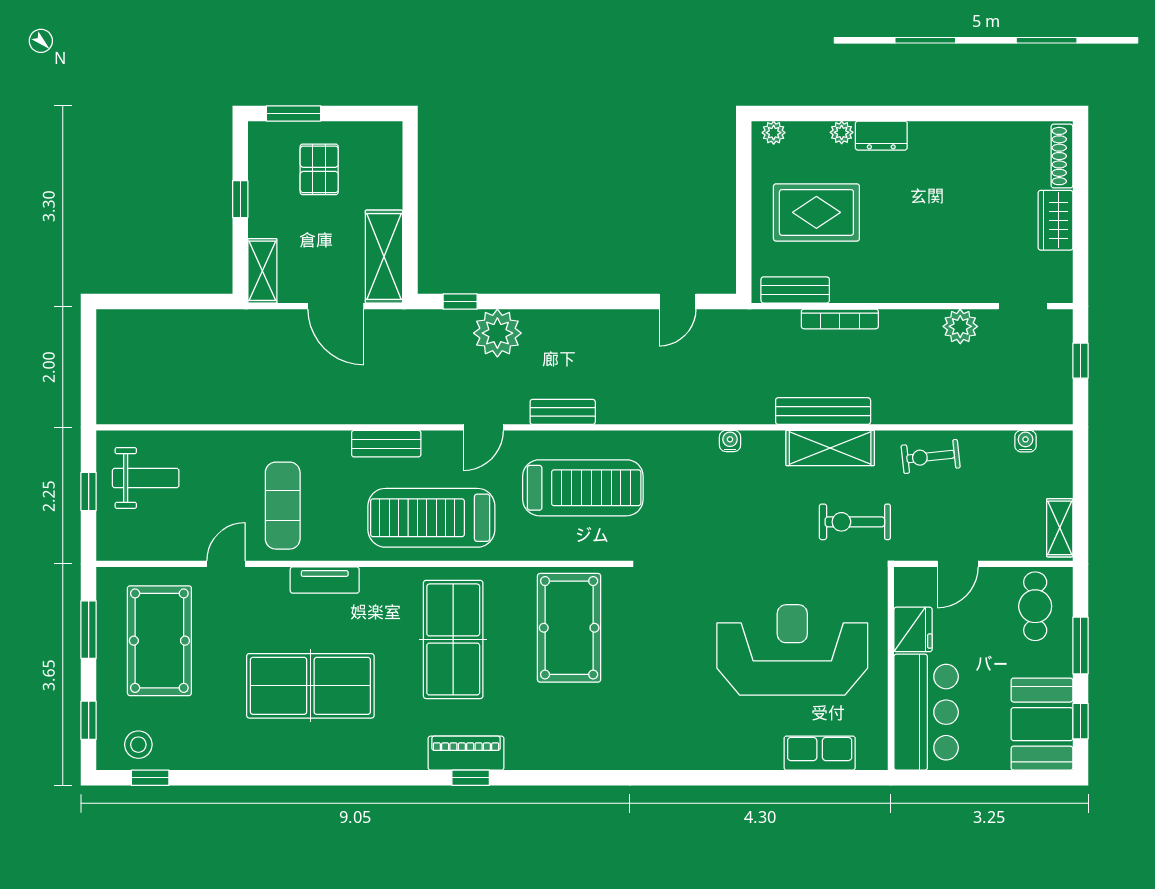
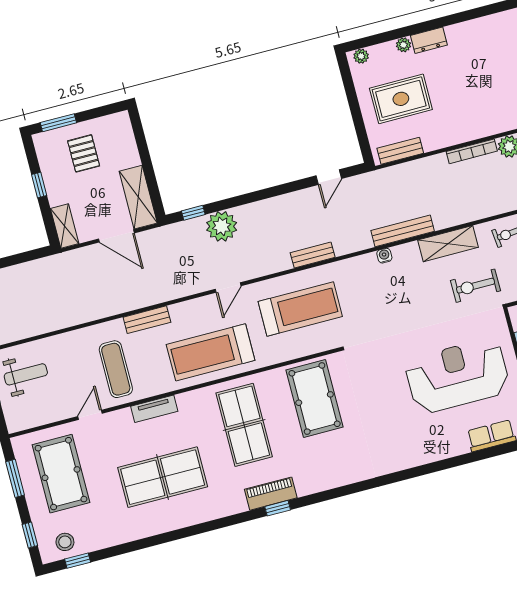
bookcase: (840, 319) -> (472, 151), moved
bench: (823, 411) -> (403, 231), moved
bench: (563, 412) -> (313, 255), moved
bench: (386, 444) -> (147, 320), moved

